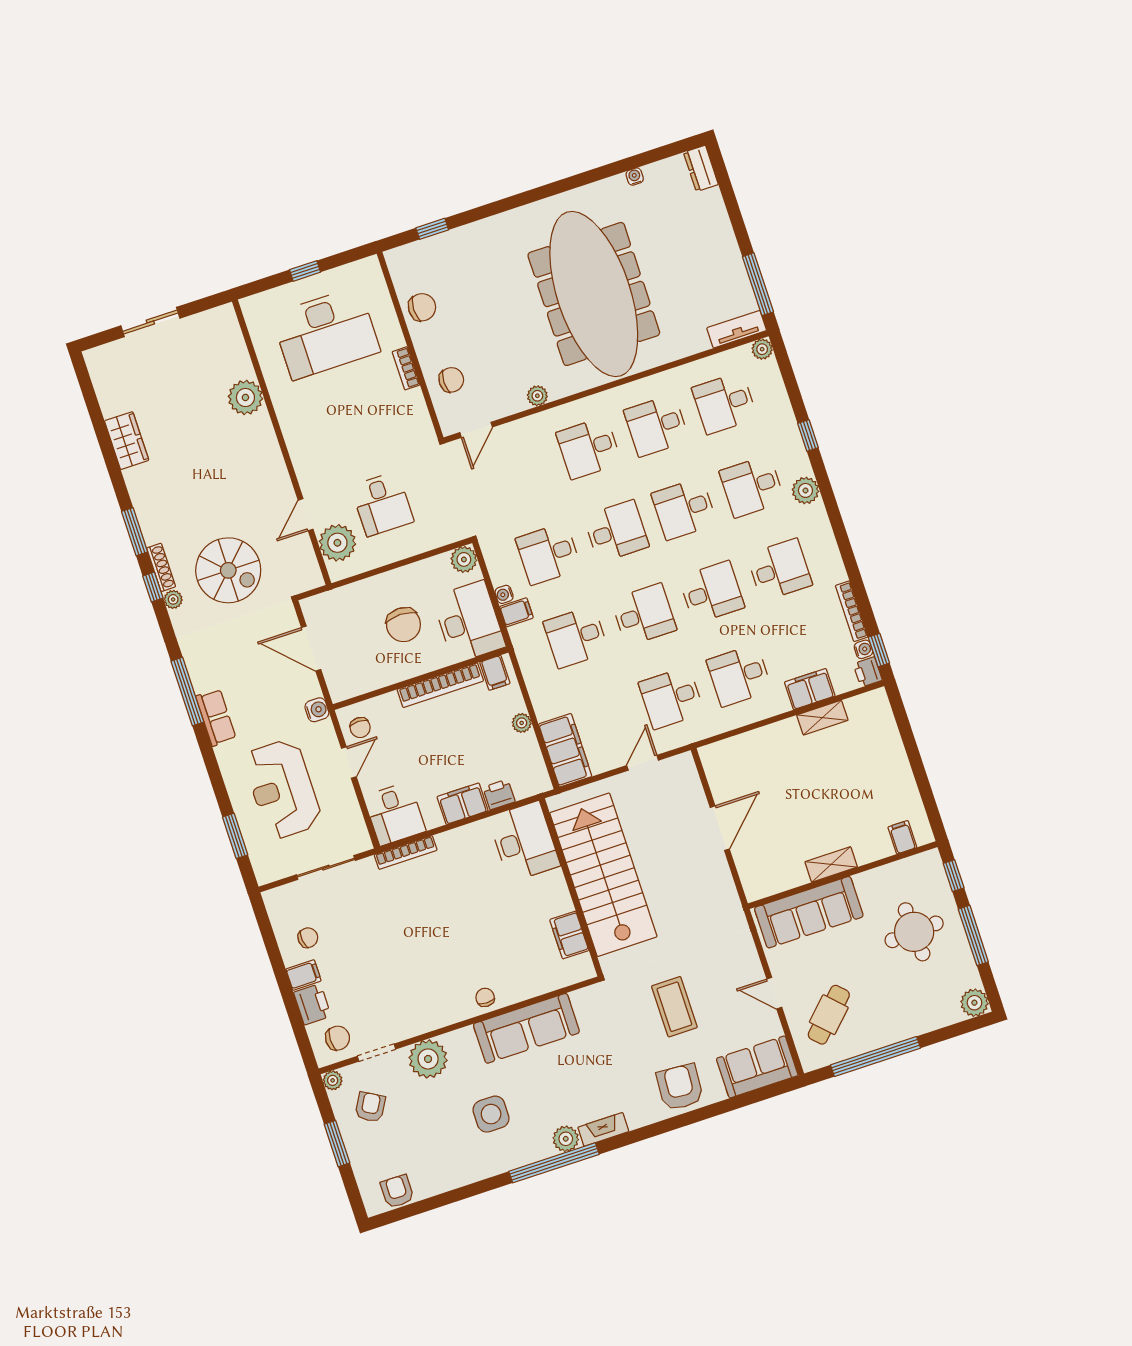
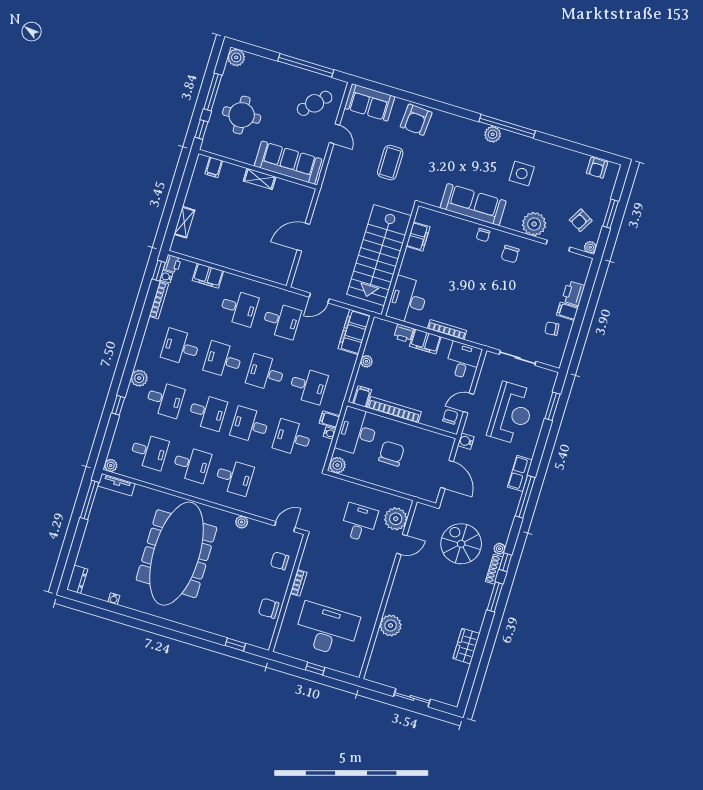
desk: (548, 554) -> (292, 438), turned 180
shelving: (822, 718) -> (184, 222), moved, turned 90
bookcase: (406, 853) -> (447, 330), moved
chair: (338, 1038) -> (510, 254), moved, turned -90
fireplace: (603, 1129) -> (470, 126), removed

